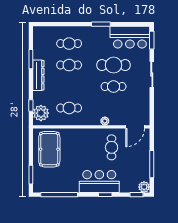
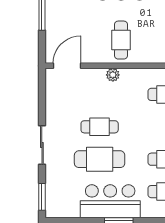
bar counter: (130, 37) -> (110, 201), moved
cafe table: (112, 147) -> (121, 40), moved

